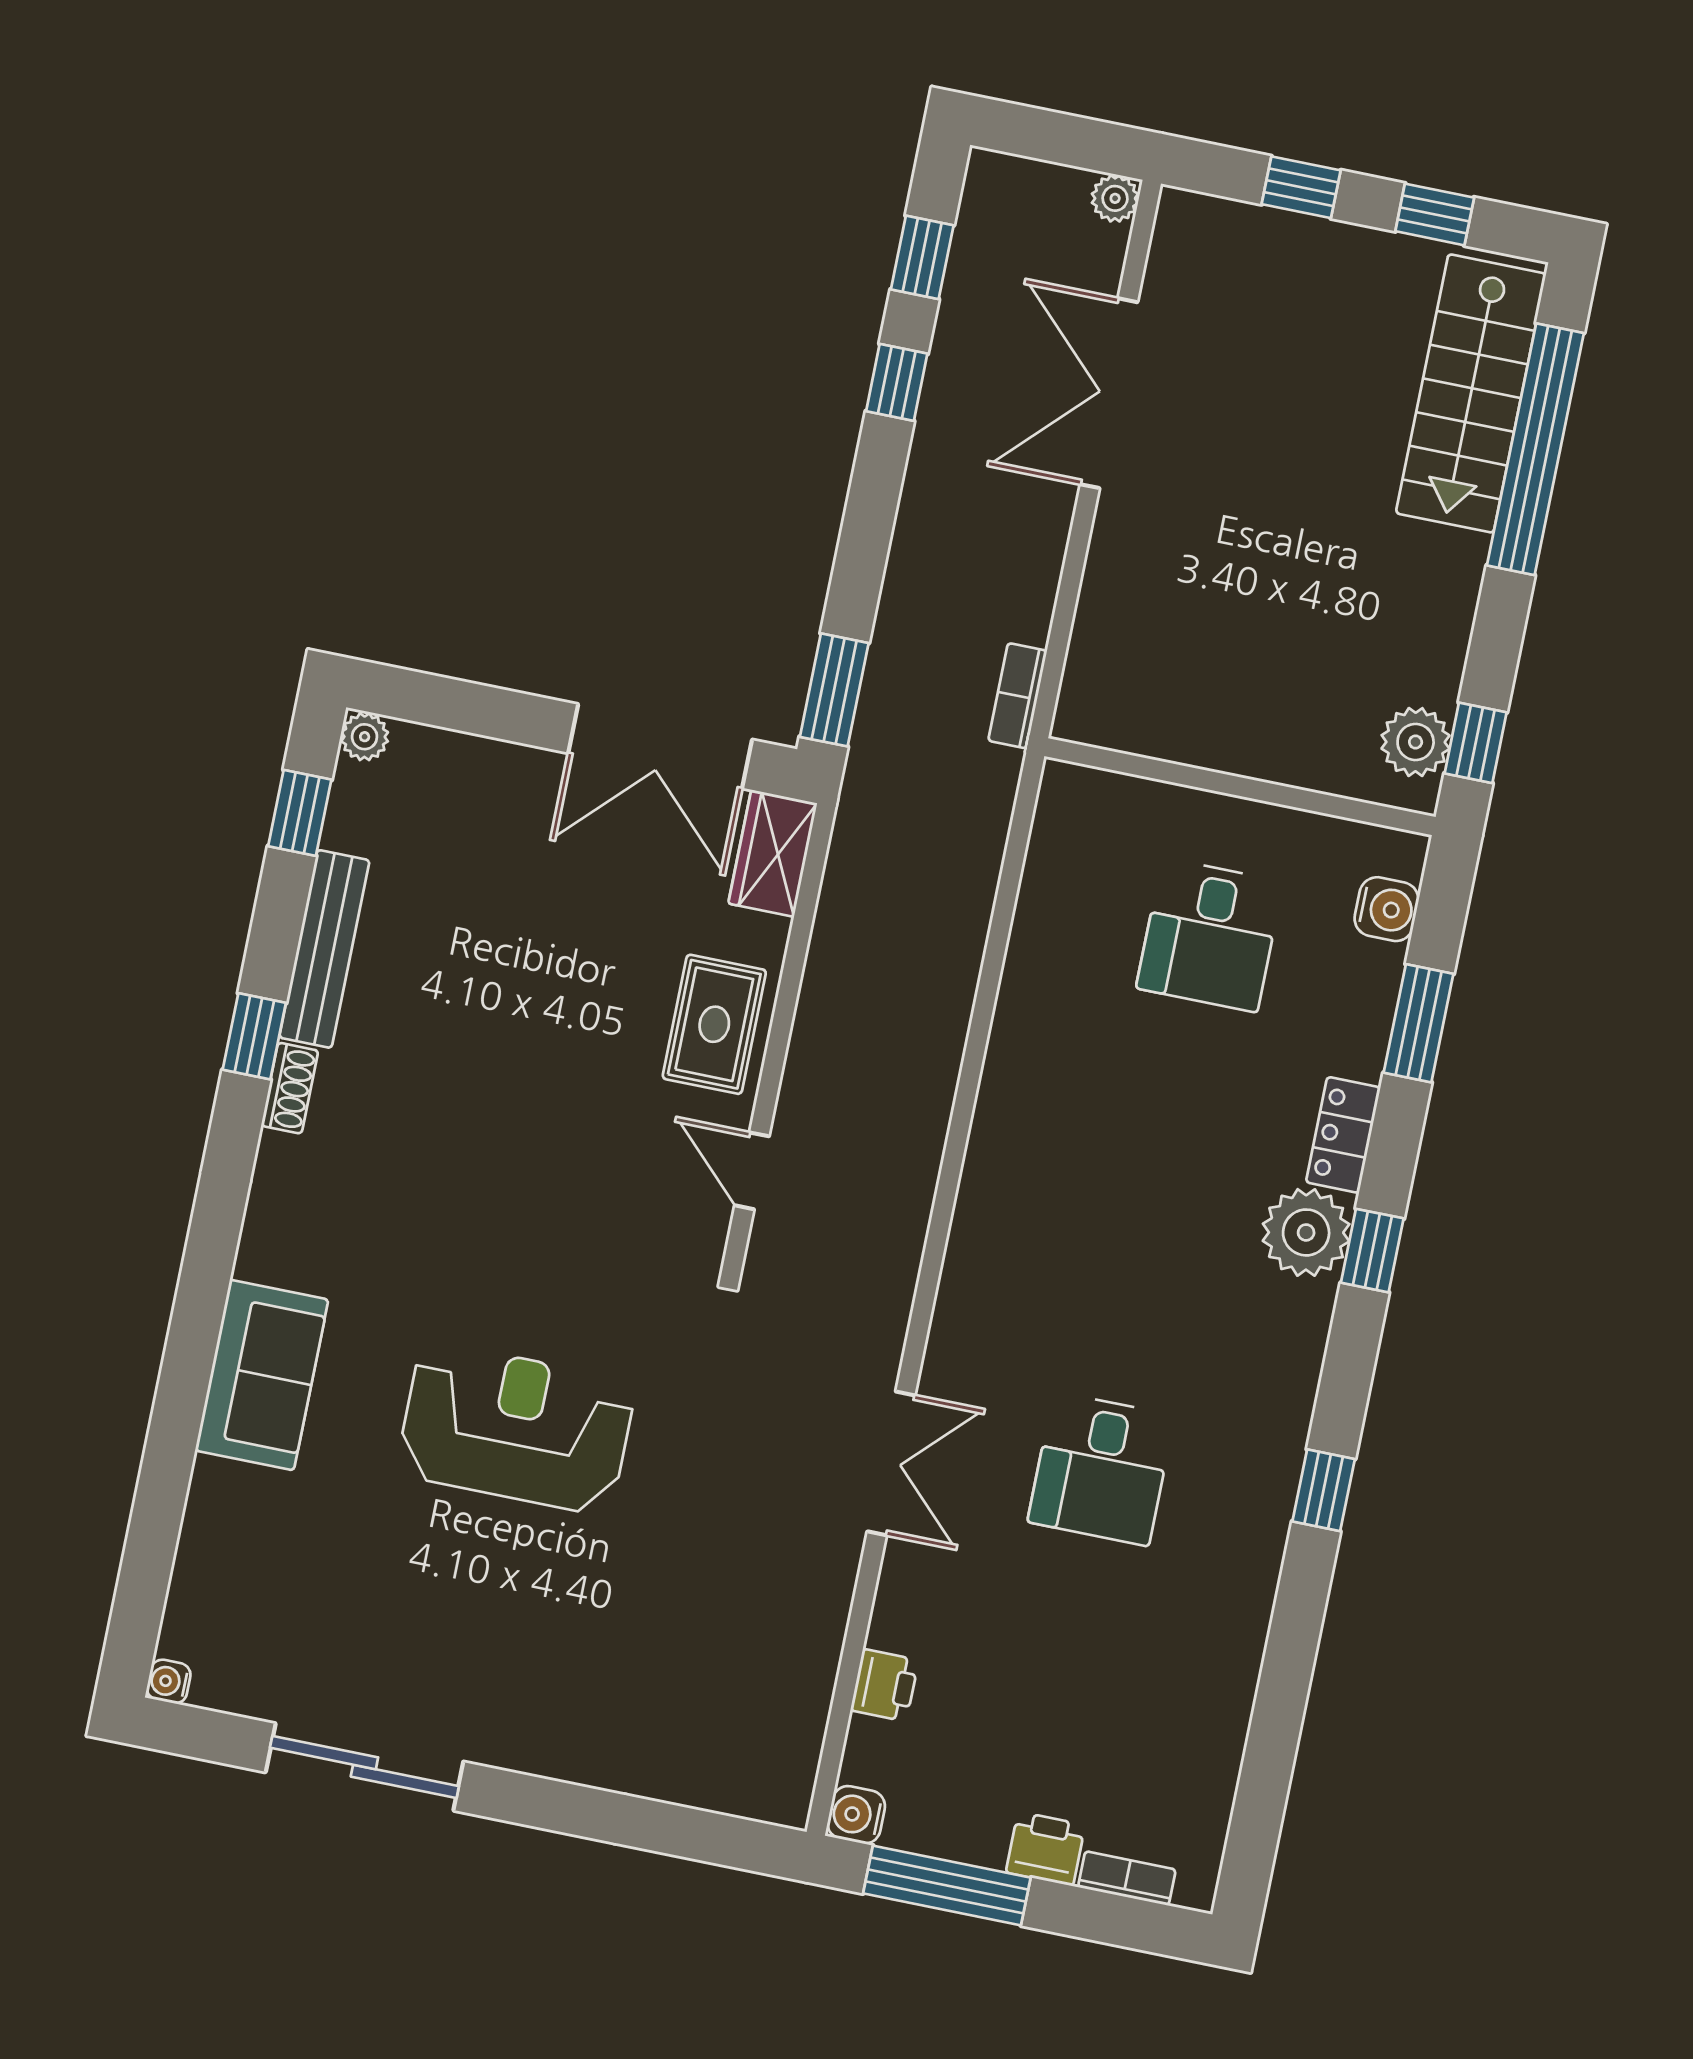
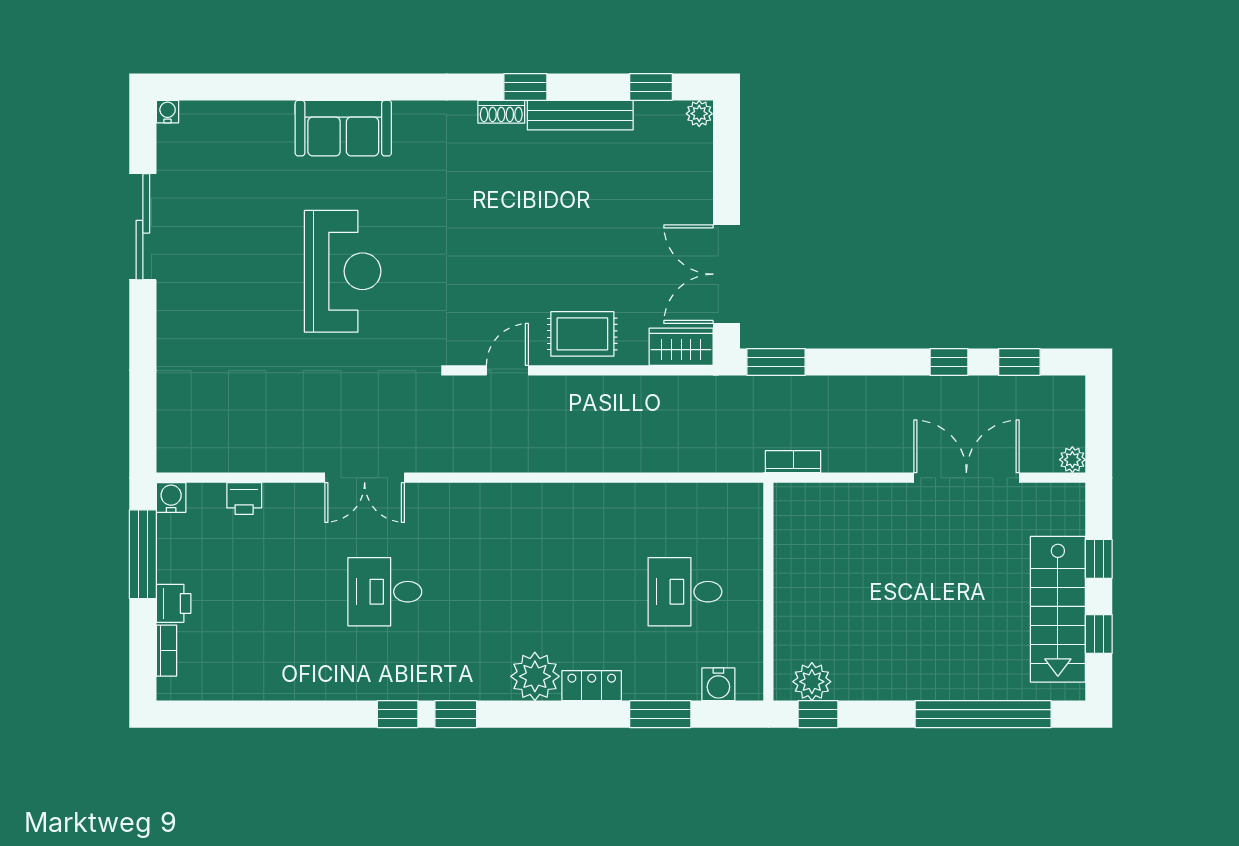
stairs: (1471, 393) -> (1058, 609), moved, turned -90
window: (1372, 1251) -> (456, 714), moved

